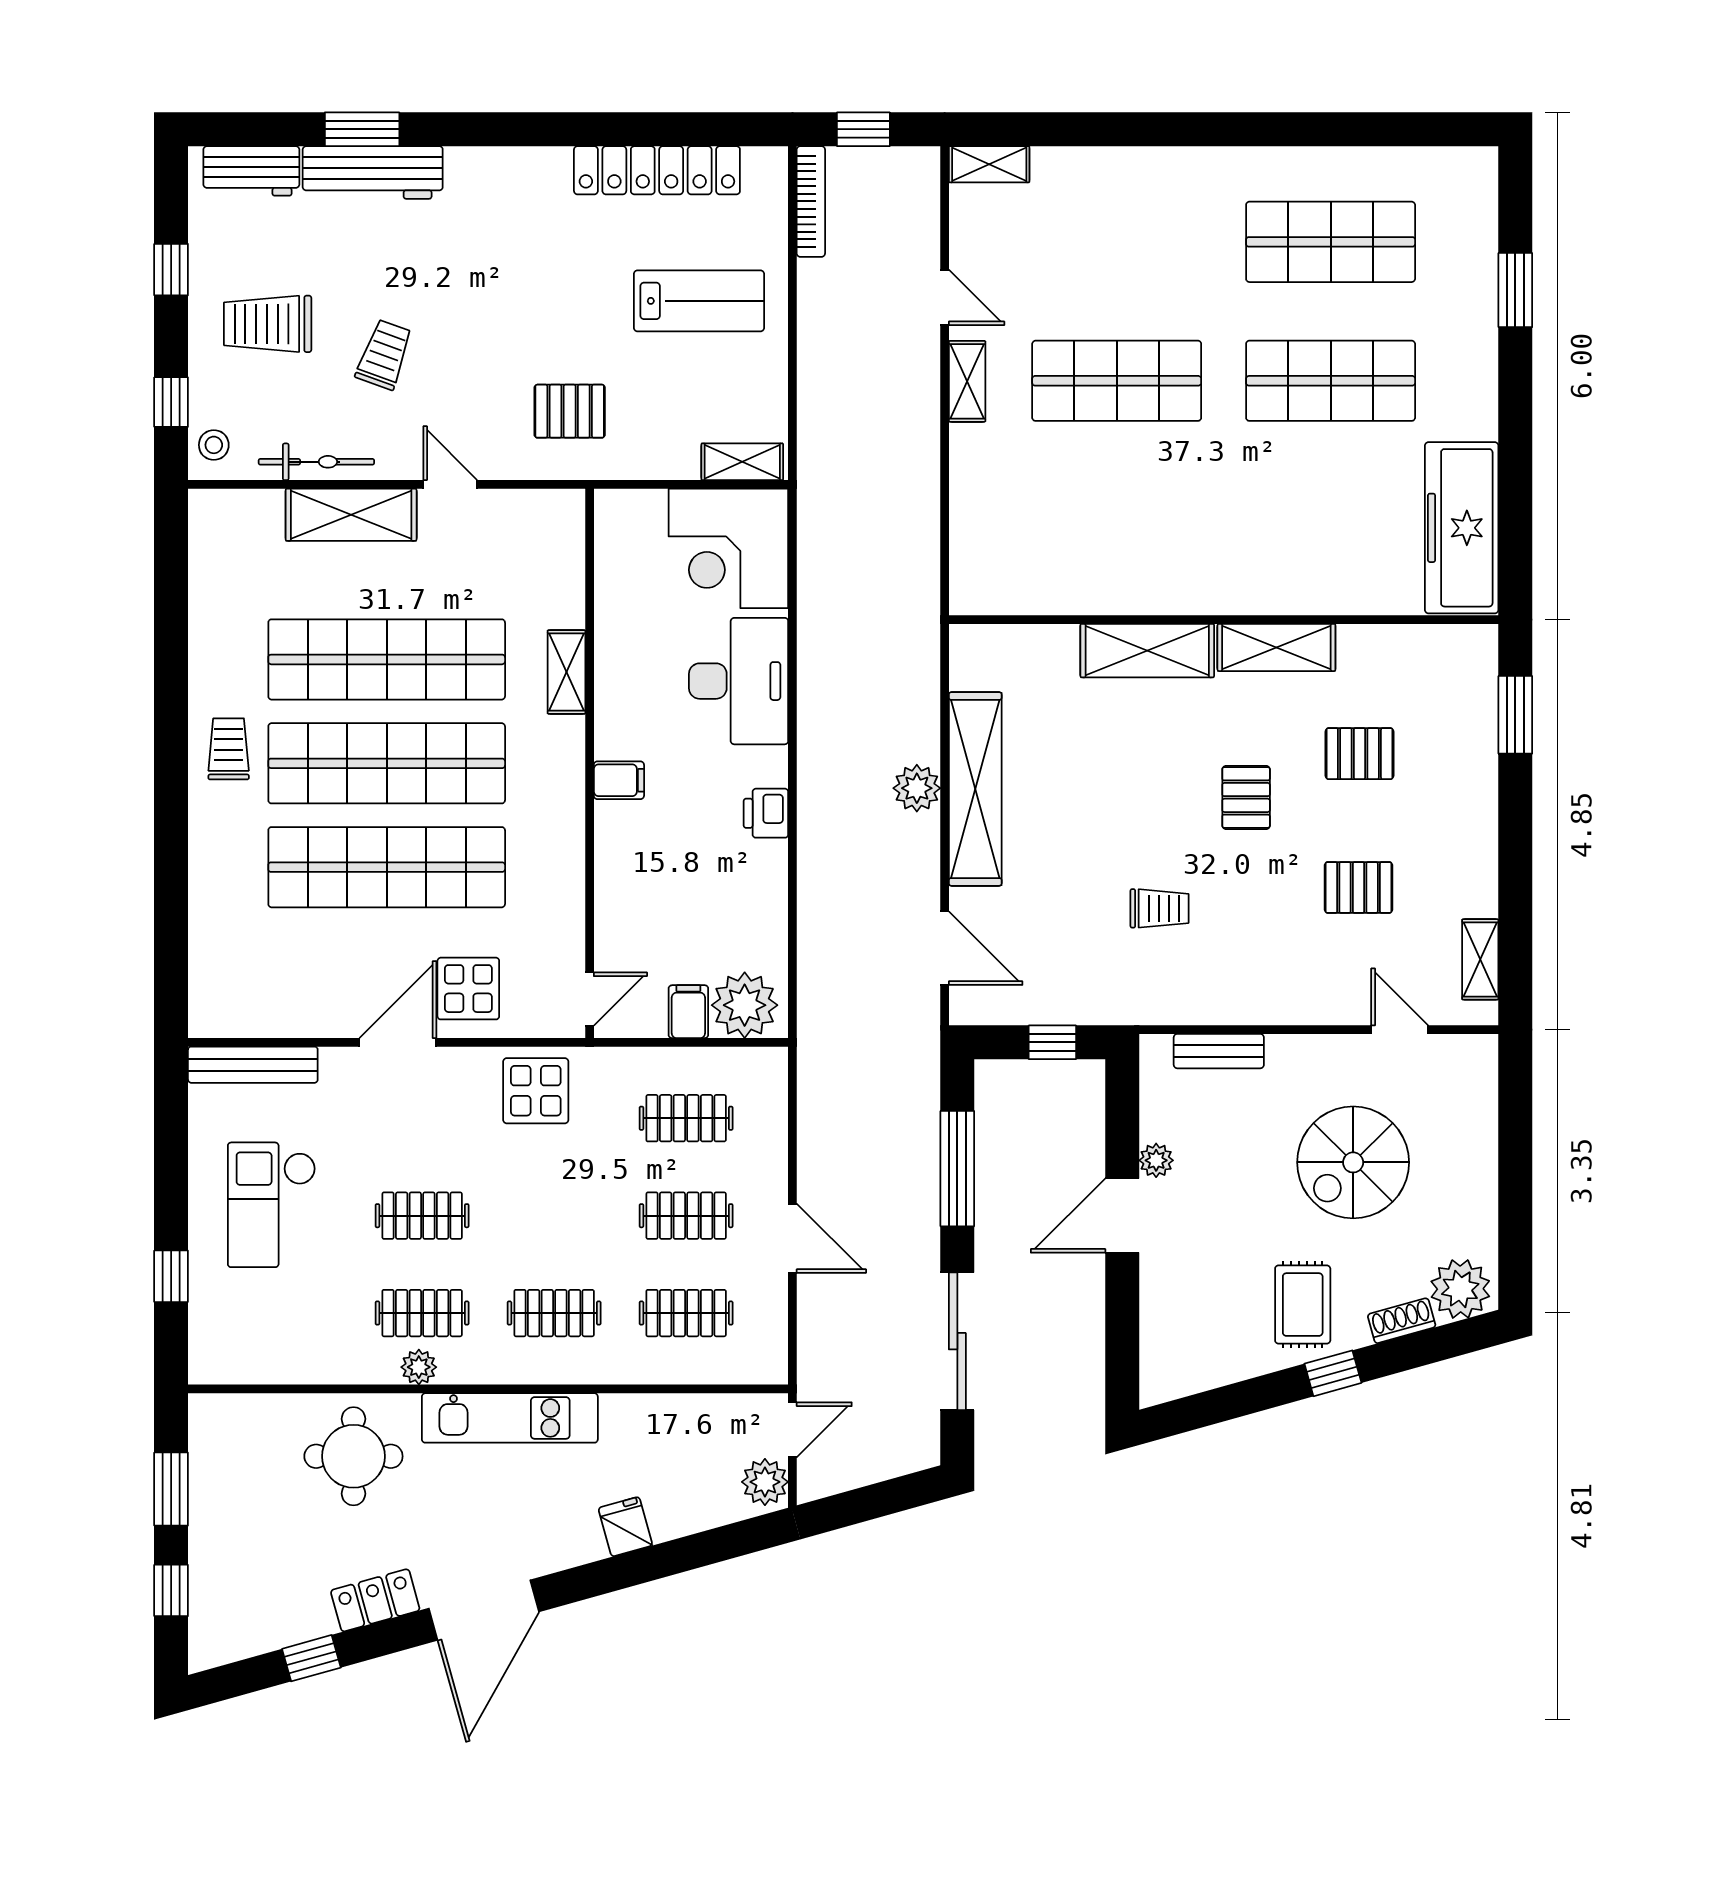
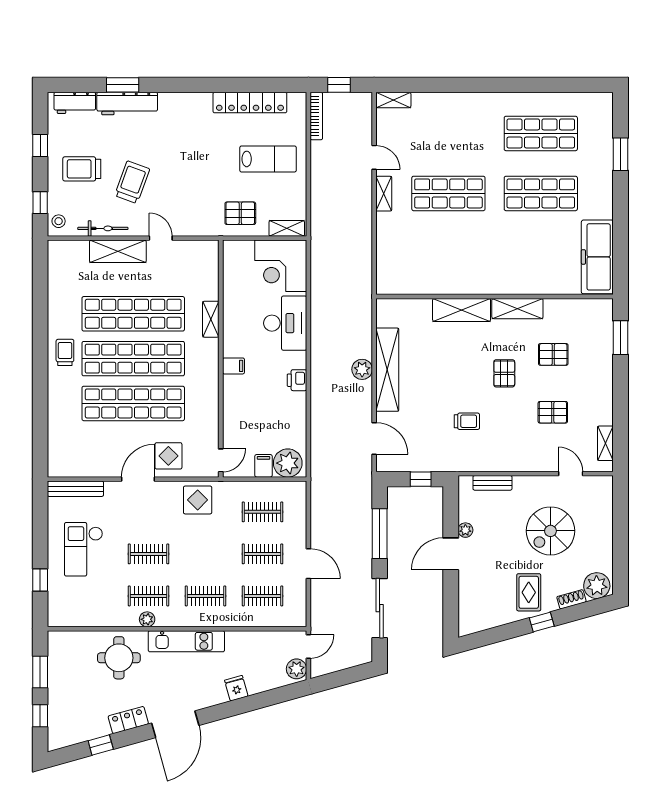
trolley: (384, 355) -> (132, 182), width x1.36, depth x1.39
pallet: (570, 411) -> (240, 213), moved

